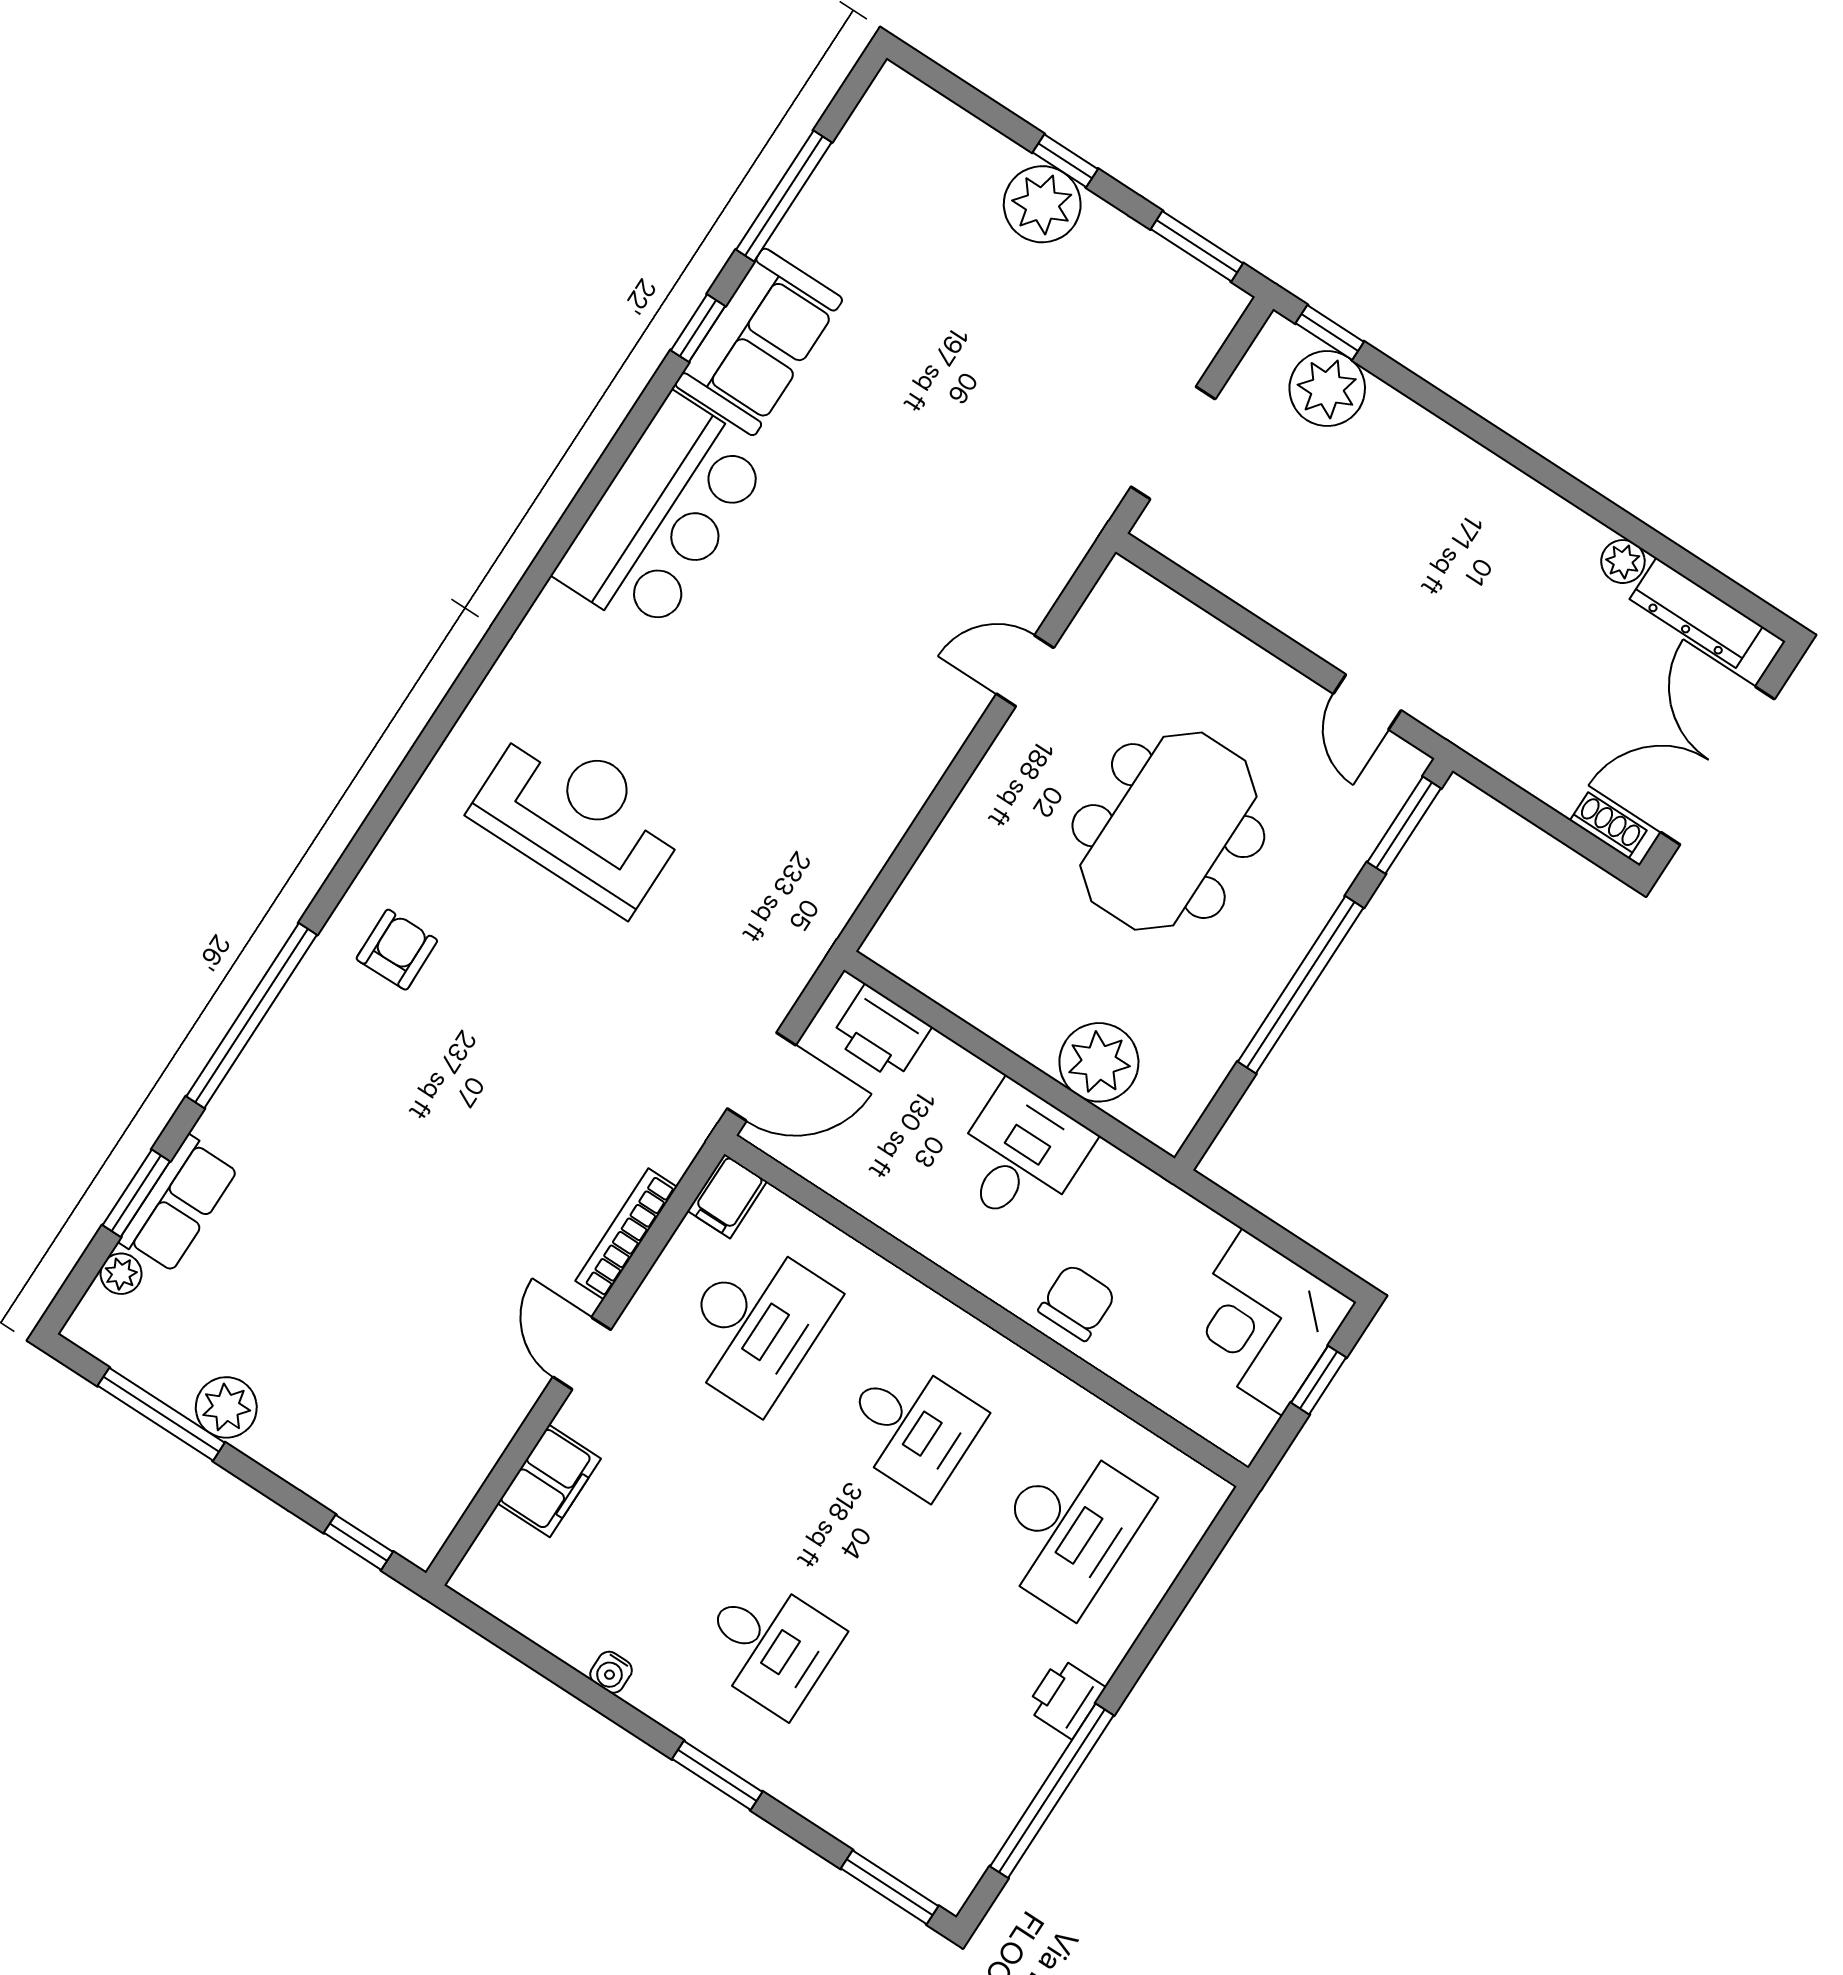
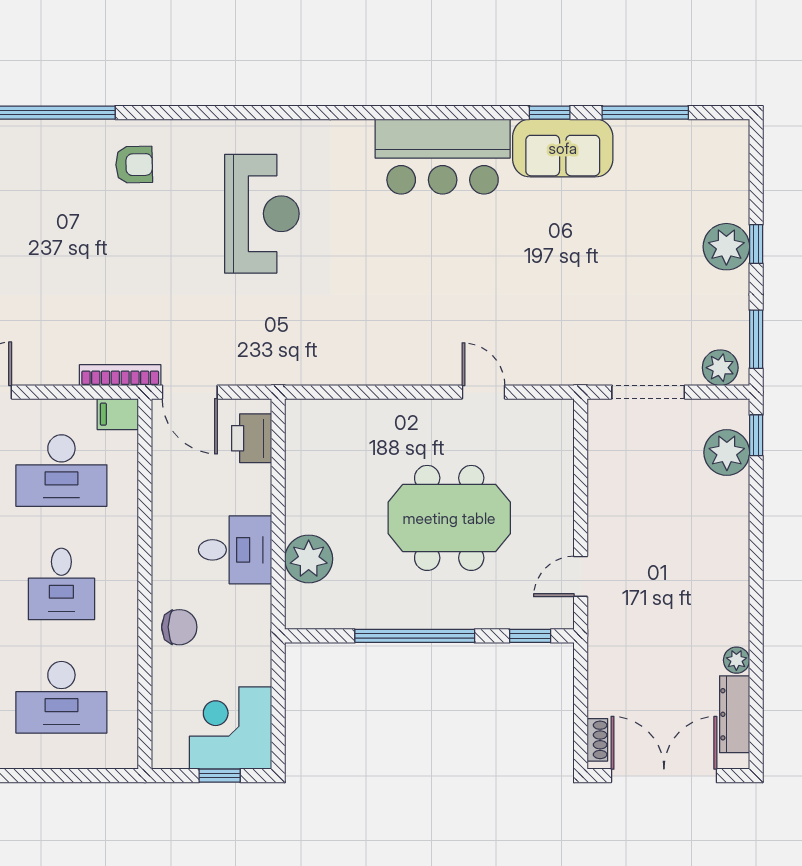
plant: (1204, 321) -> (720, 368), added
window: (1404, 825) -> (530, 636), width x0.67
bookcase: (626, 1234) -> (120, 375), moved

